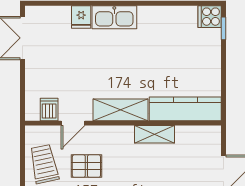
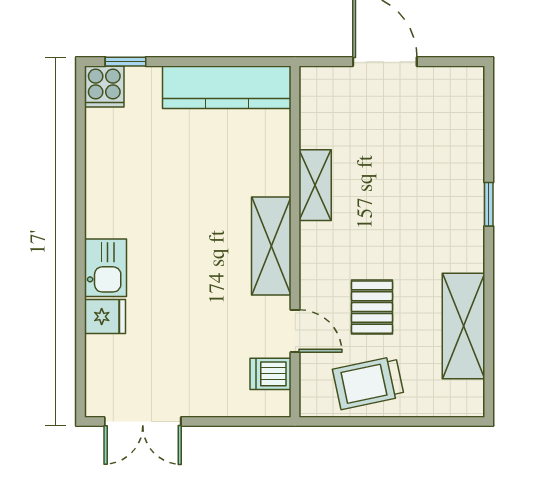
kitchen sink: (114, 17) -> (106, 268), width x0.73
kitchen counter: (185, 109) -> (227, 87), moved, turned -90

